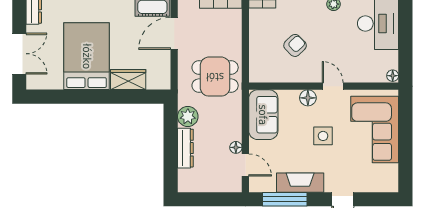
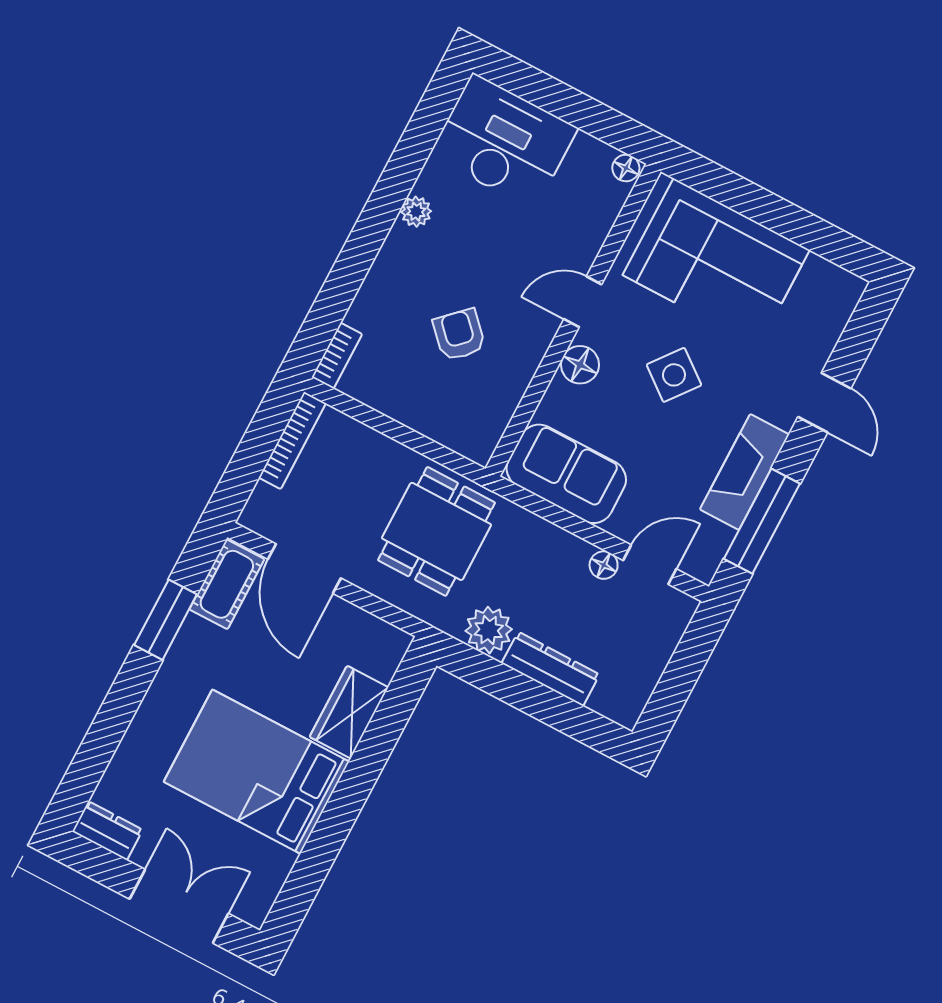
side table: (323, 136) -> (674, 375), turned 38

